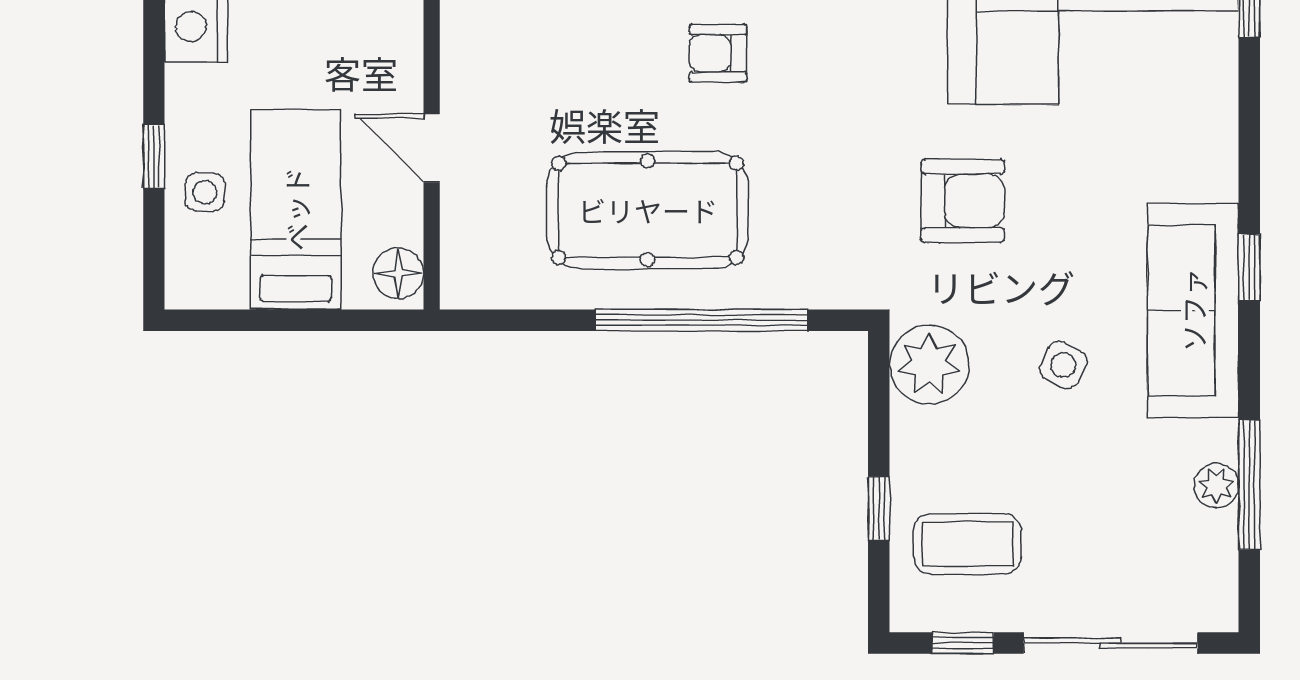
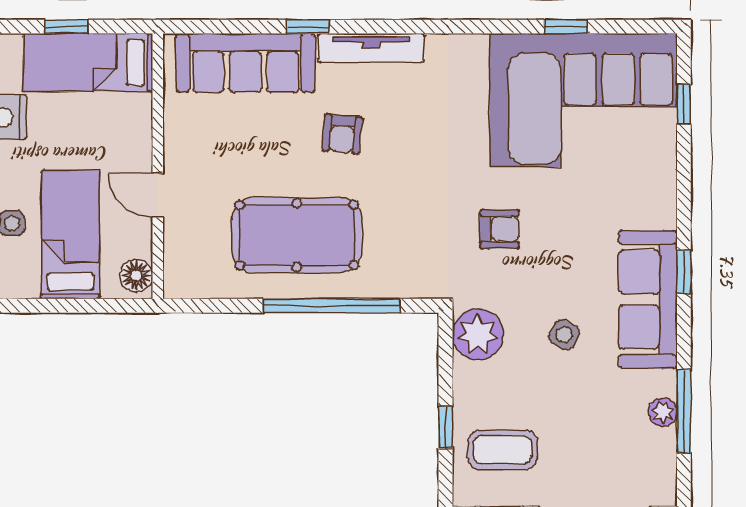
armchair: (718, 53) -> (342, 134), turned -85
armchair: (963, 201) -> (500, 229), width x0.72, depth x0.72

